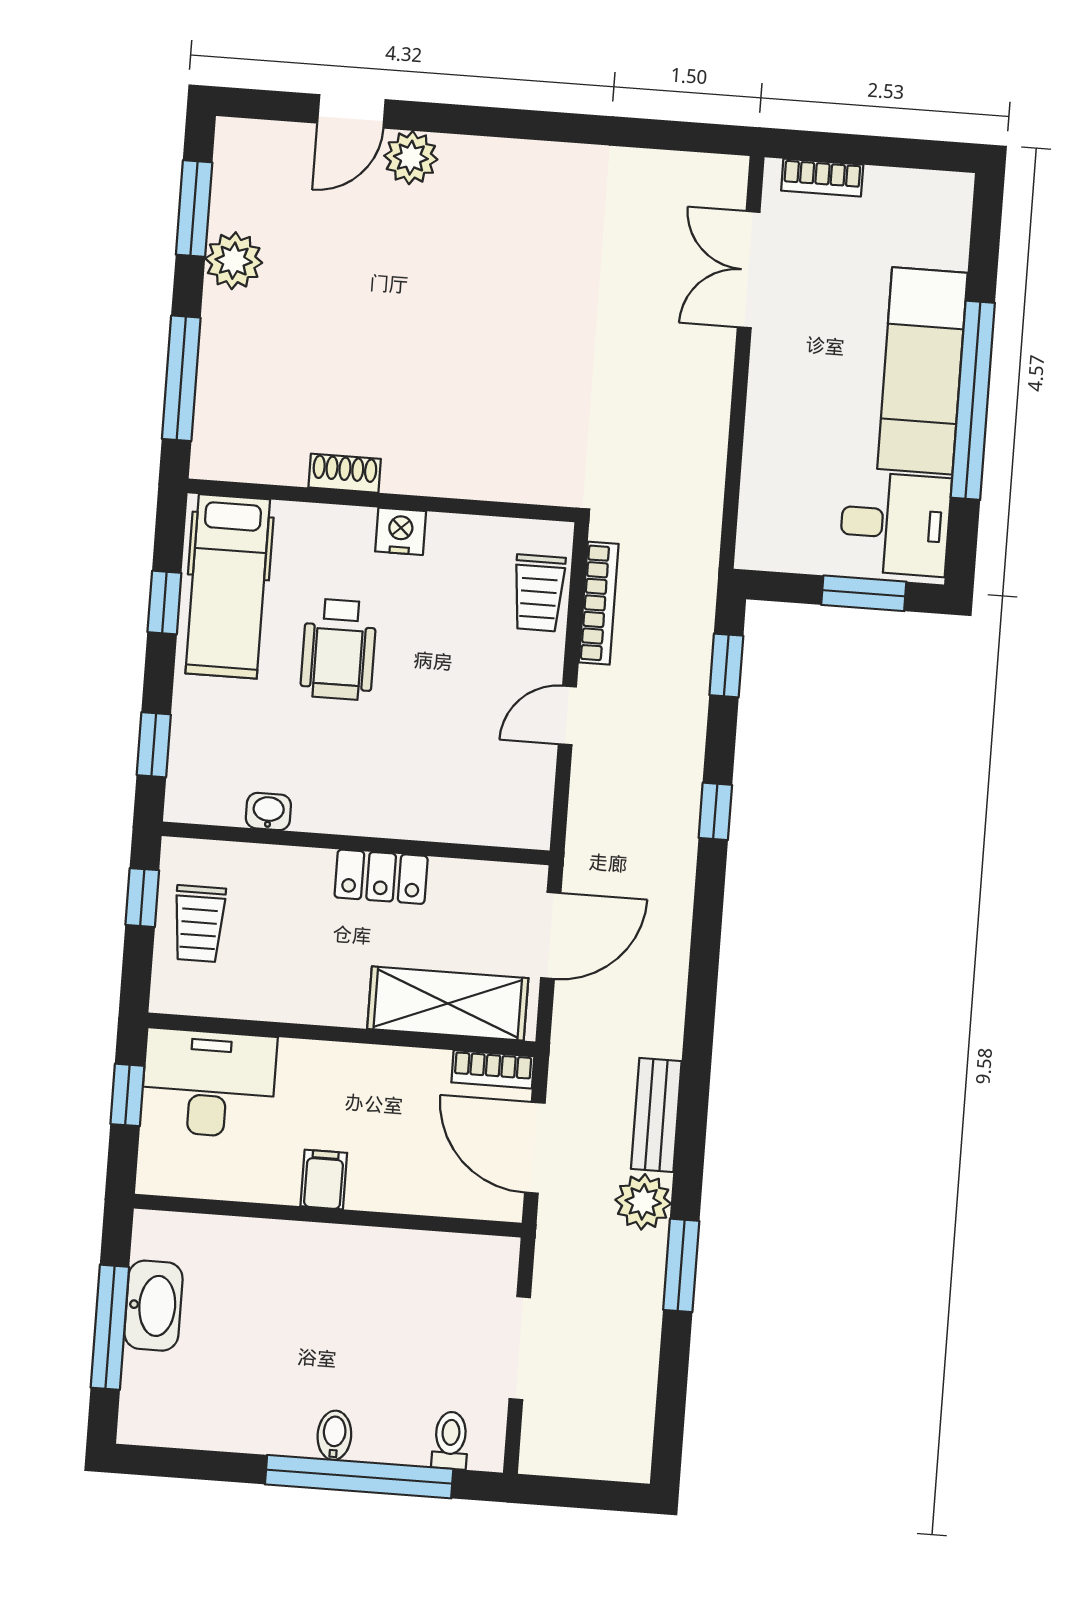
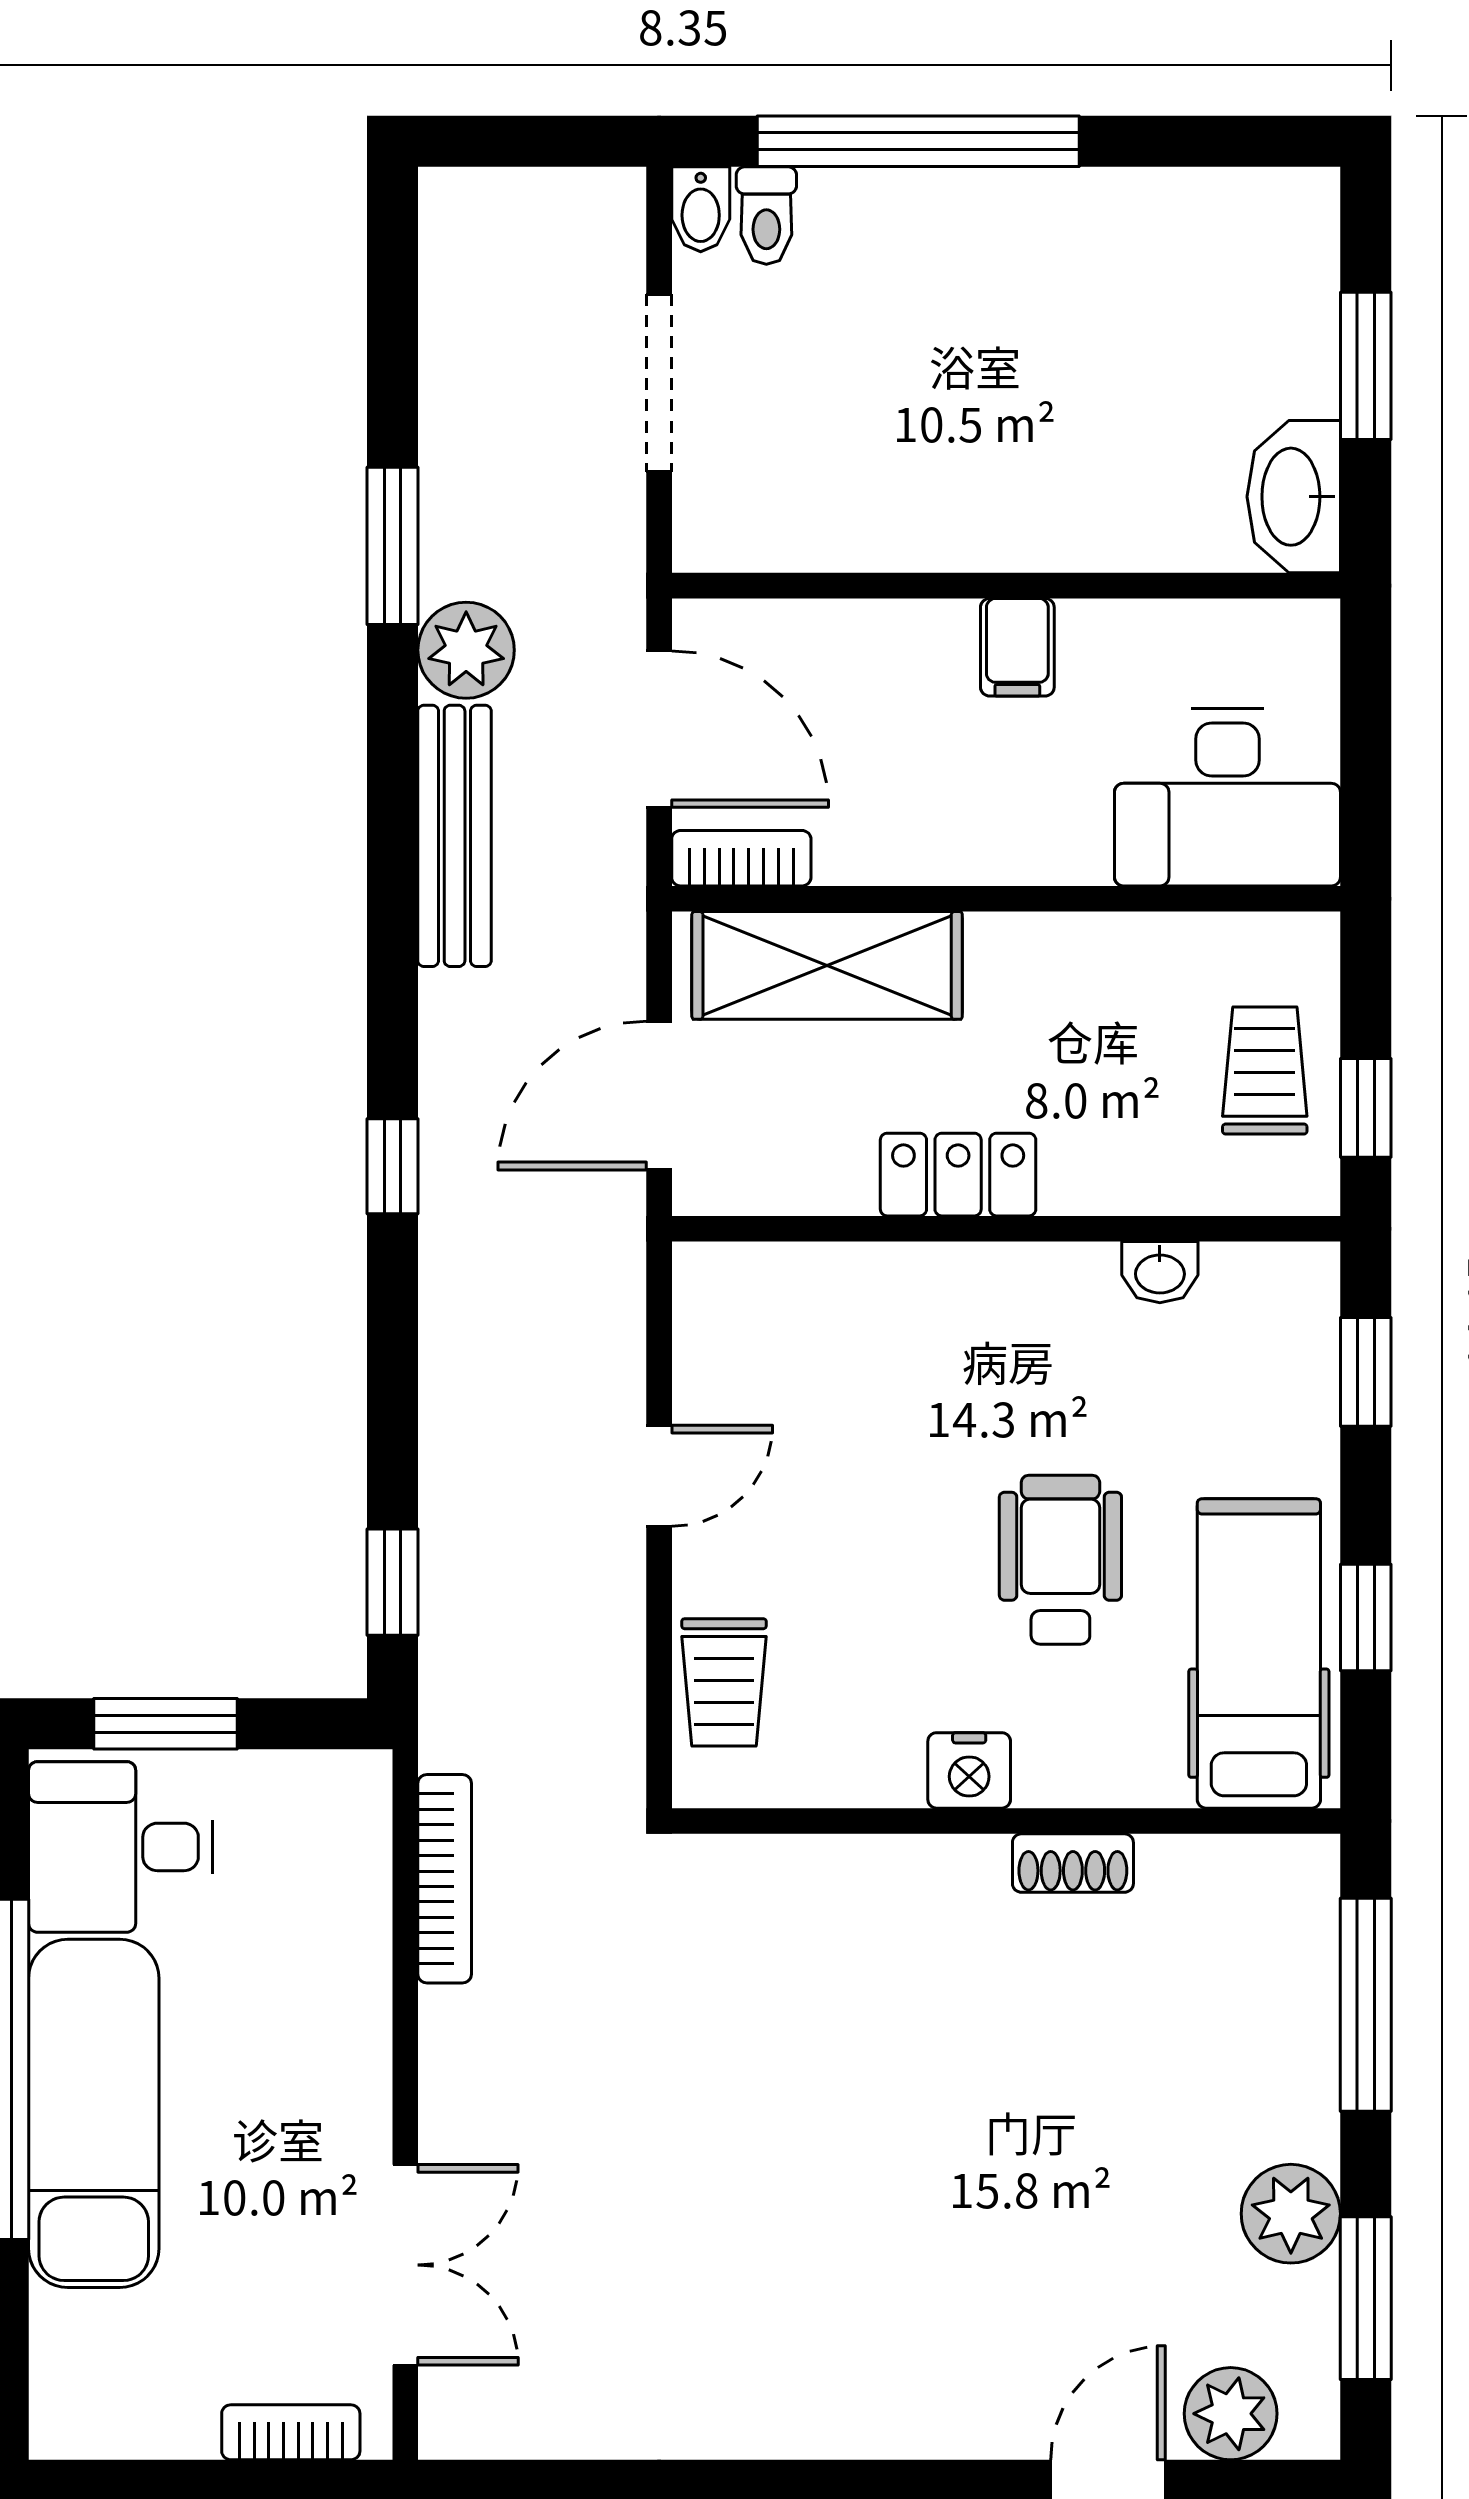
plant: (411, 158) -> (1231, 2414), moved
trolley: (539, 593) -> (724, 1682), turned 180
bookcase: (599, 603) -> (445, 1879), moved, turned 180
window: (715, 811) -> (393, 1166), moved
window: (127, 1095) -> (1366, 767), removed
bench: (656, 1115) -> (455, 836), width x1.36
washbasin: (153, 1306) -> (1294, 497), moved
window: (110, 1327) -> (1366, 366), width x0.69
bidet: (334, 1435) -> (701, 209), moved

